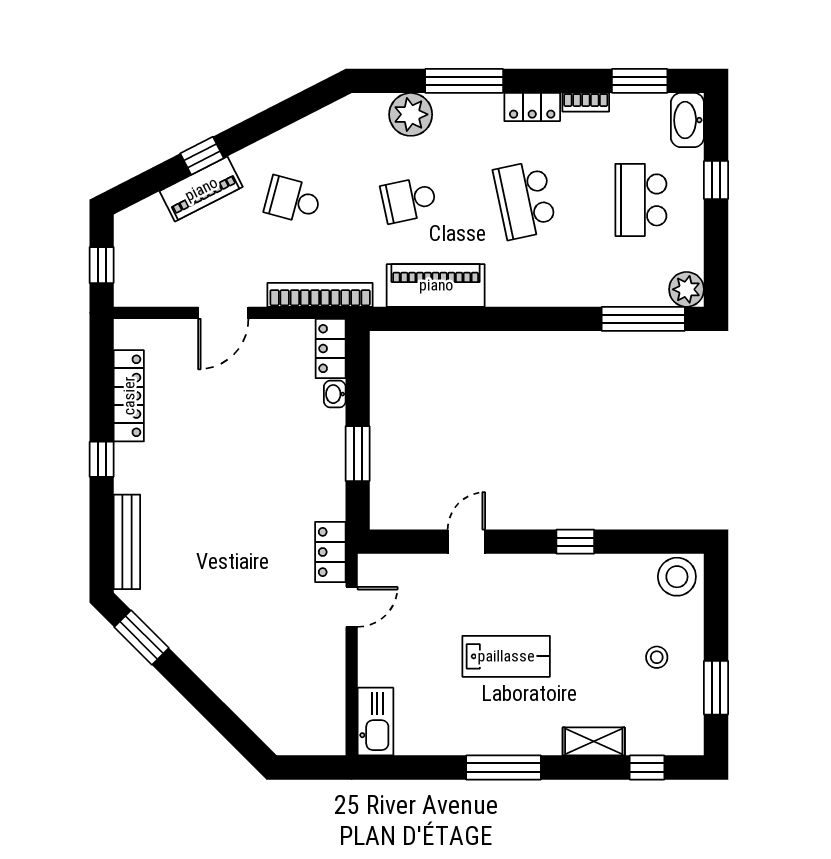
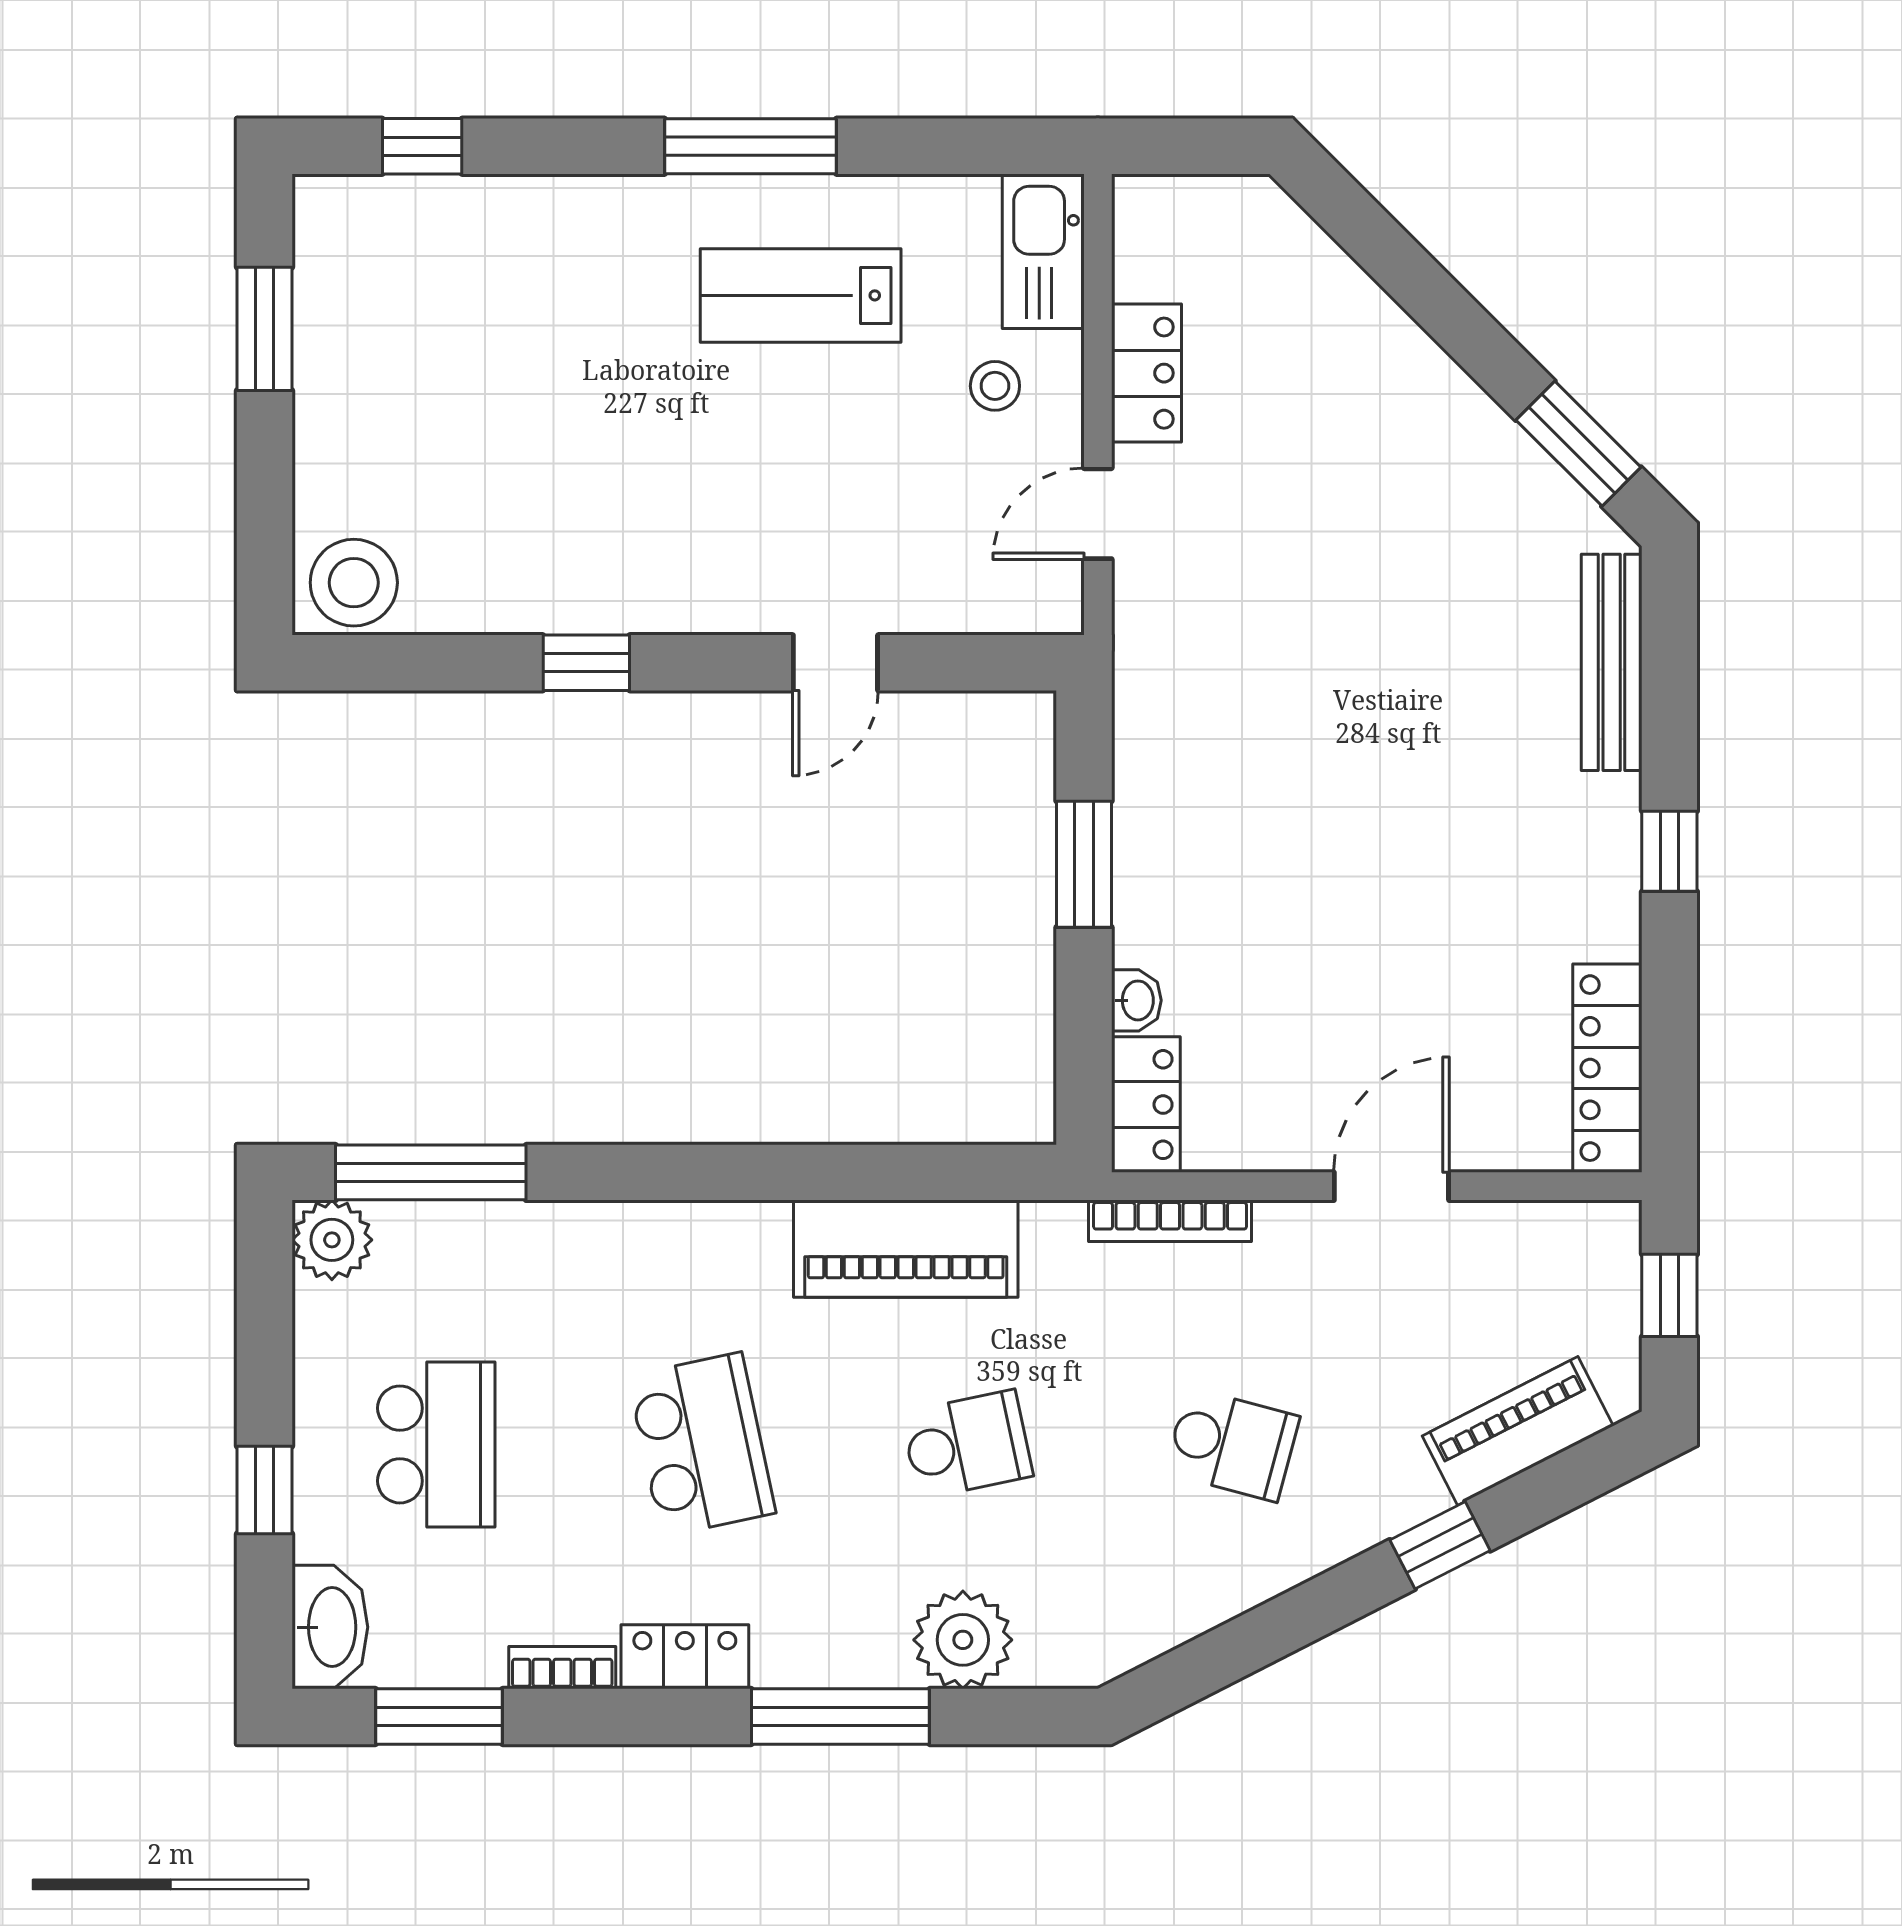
piano: (201, 189) -> (1518, 1431), moved
bookcase: (320, 295) -> (1170, 1221), width x0.68, depth x0.76
locker: (129, 396) -> (1607, 1068), moved
locker: (330, 552) -> (1147, 373), moved
lab bench: (506, 656) -> (801, 295), moved
stool: (657, 657) -> (995, 386), moved
shelving: (594, 741) -> (544, 206), removed

